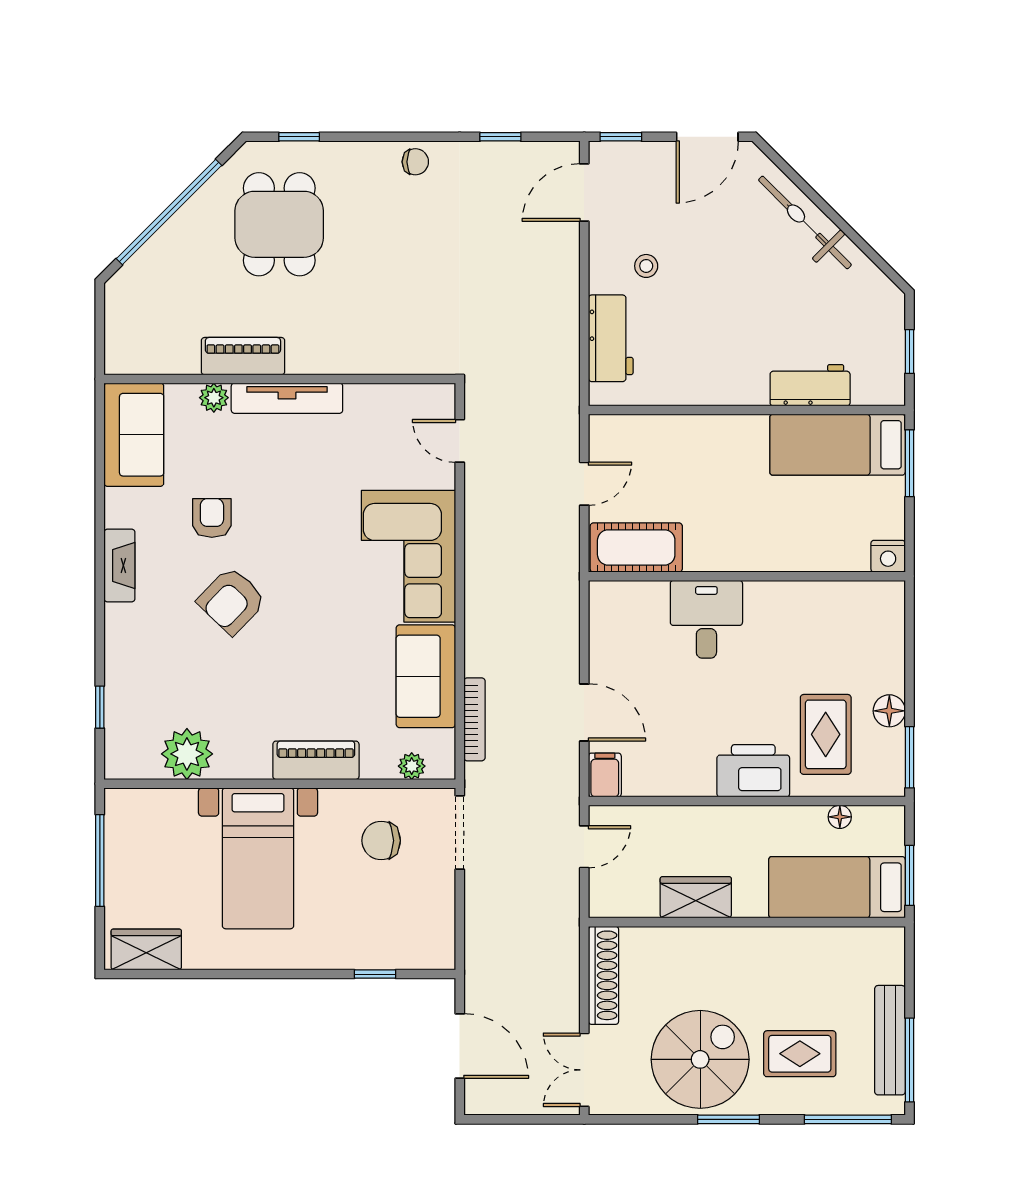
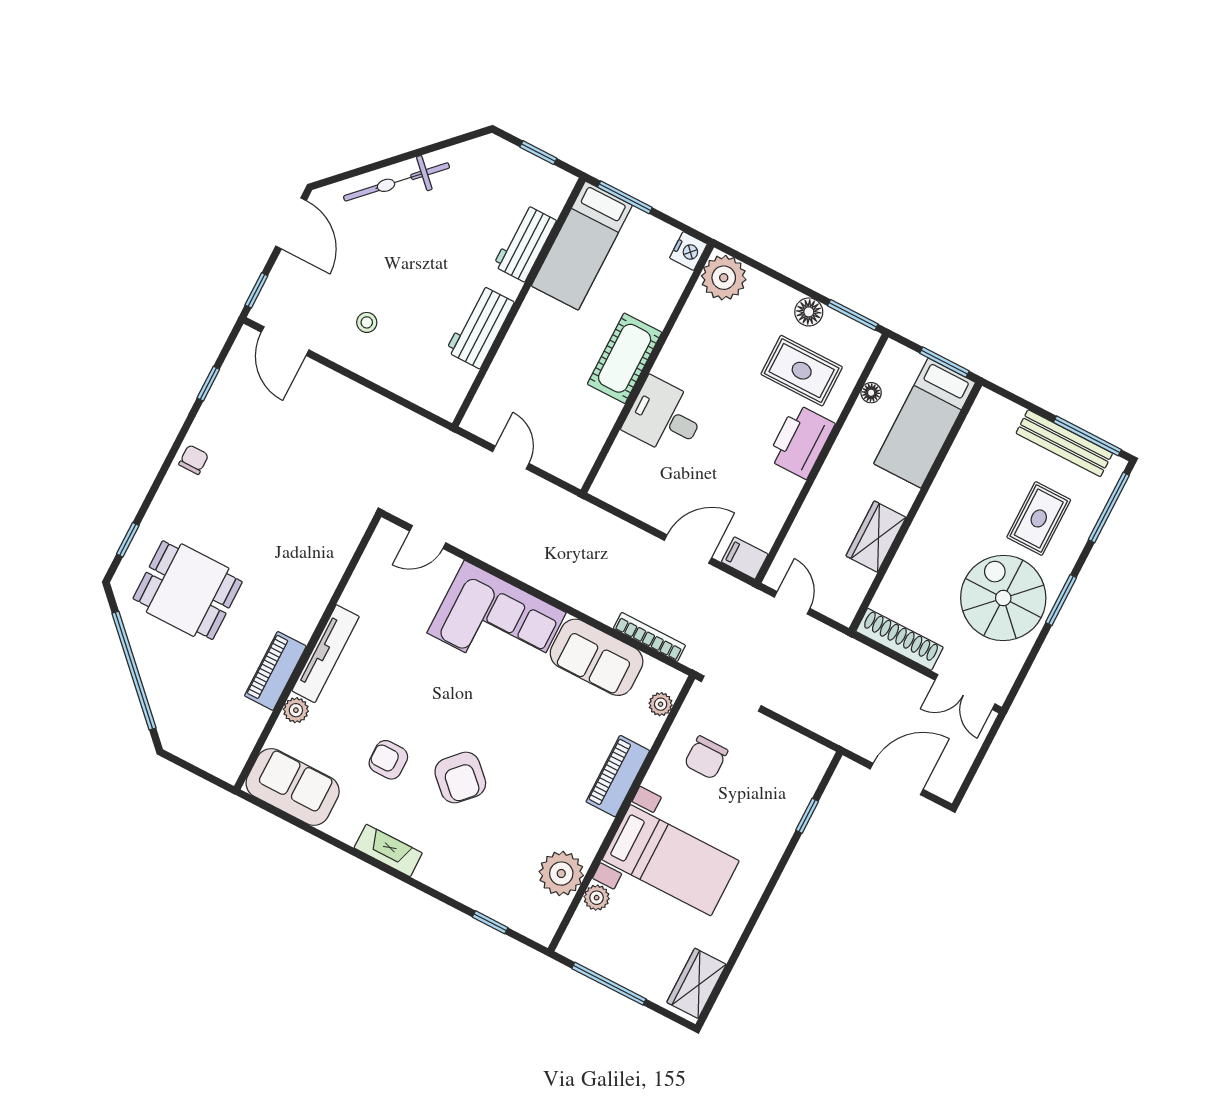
workbench: (611, 338) -> (480, 327), moved, turned -90
cot: (636, 547) -> (625, 358), moved
plant: (879, 606) -> (724, 278), added
plant: (181, 803) -> (597, 898), added

